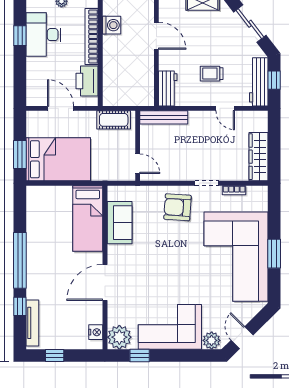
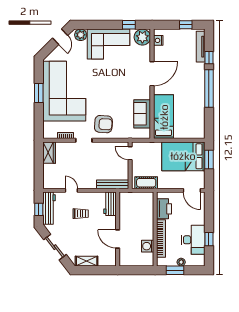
door: (60, 108) -> (192, 190), moved
wardrobe: (258, 157) -> (49, 153), width x0.67

